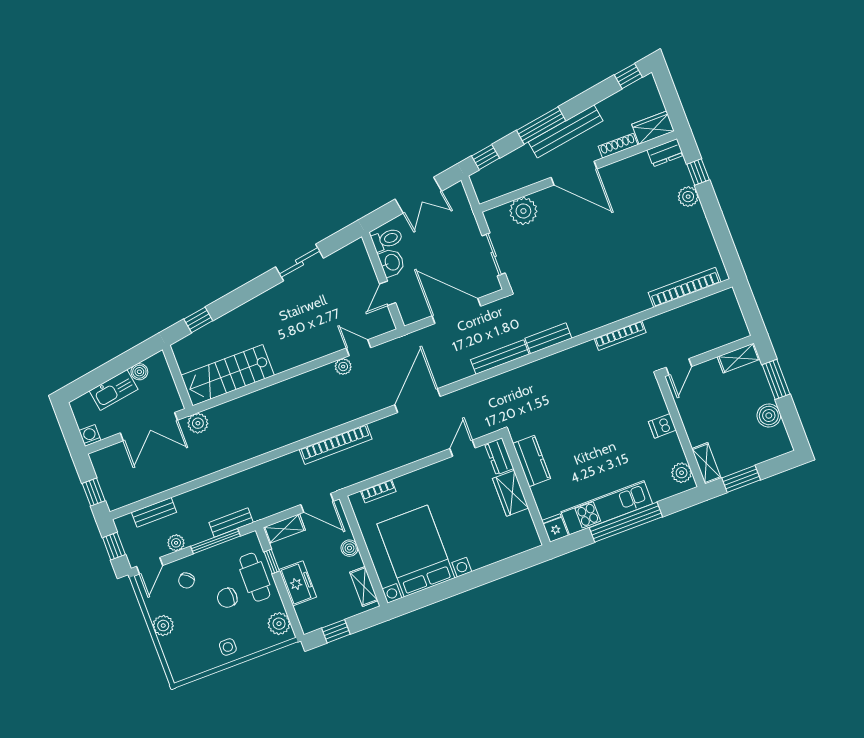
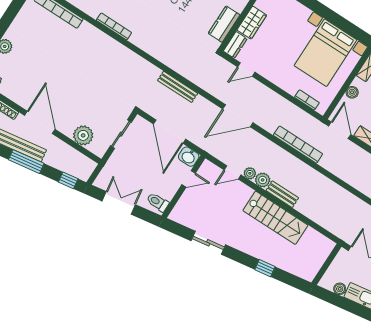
washbasin: (392, 262) -> (189, 157), moved, turned -90
window: (198, 320) -> (265, 268), moved
bench: (548, 338) -> (282, 194), moved
door: (358, 348) -> (233, 172), hinge flipped
stairs: (228, 375) -> (275, 218), moved
plant: (198, 423) -> (263, 180), moved

